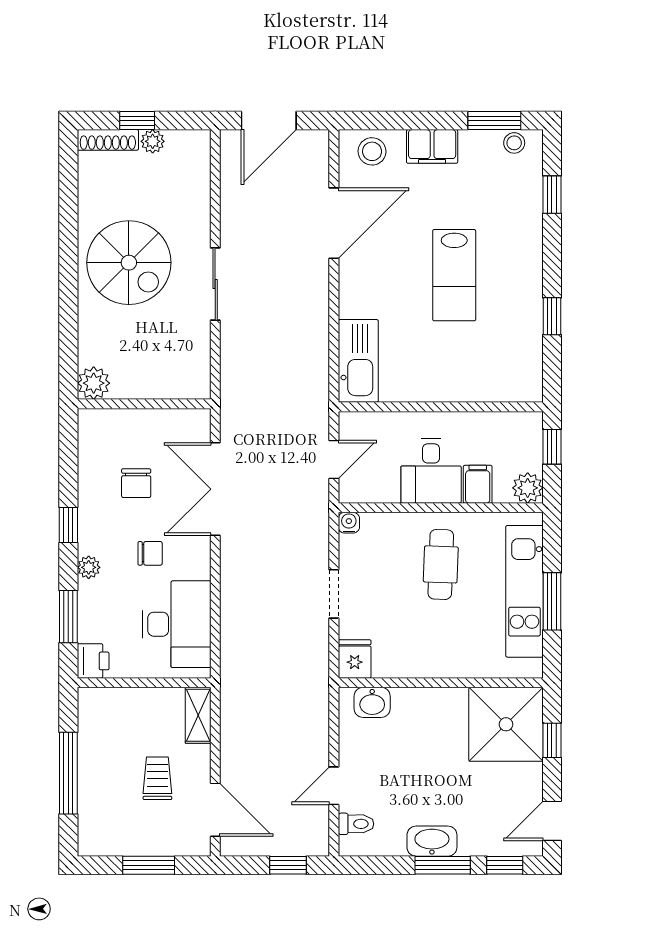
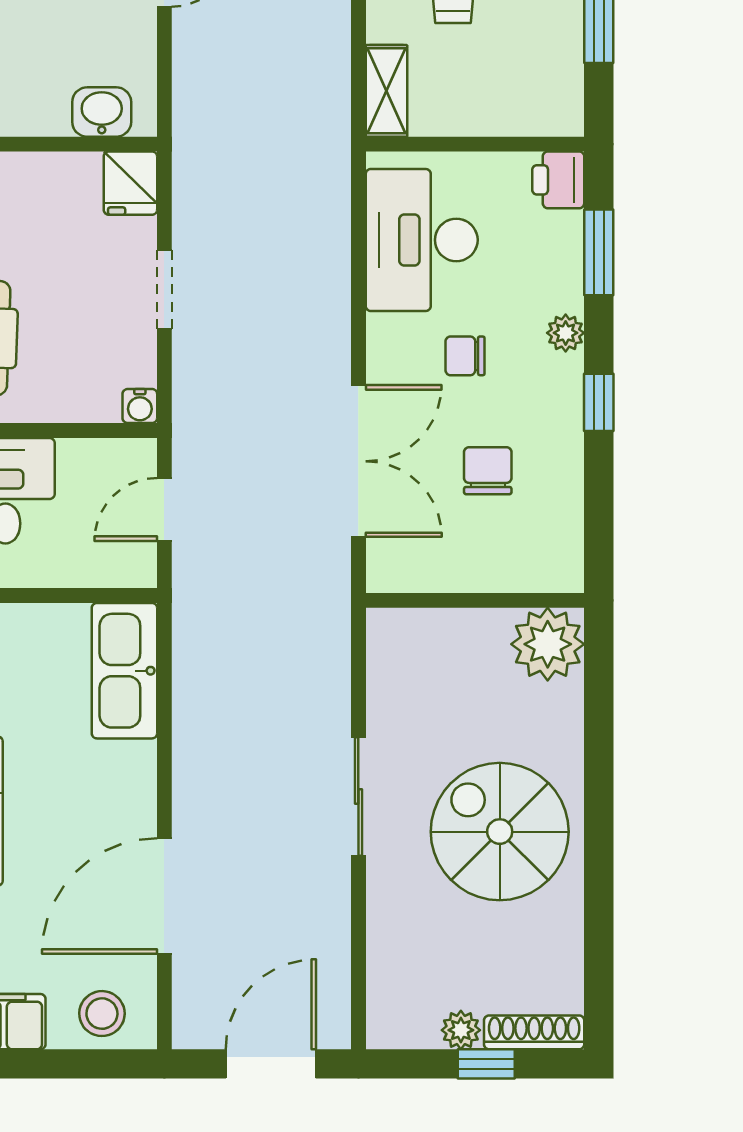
plant: (94, 383) -> (548, 644), width x1.36, depth x1.36

